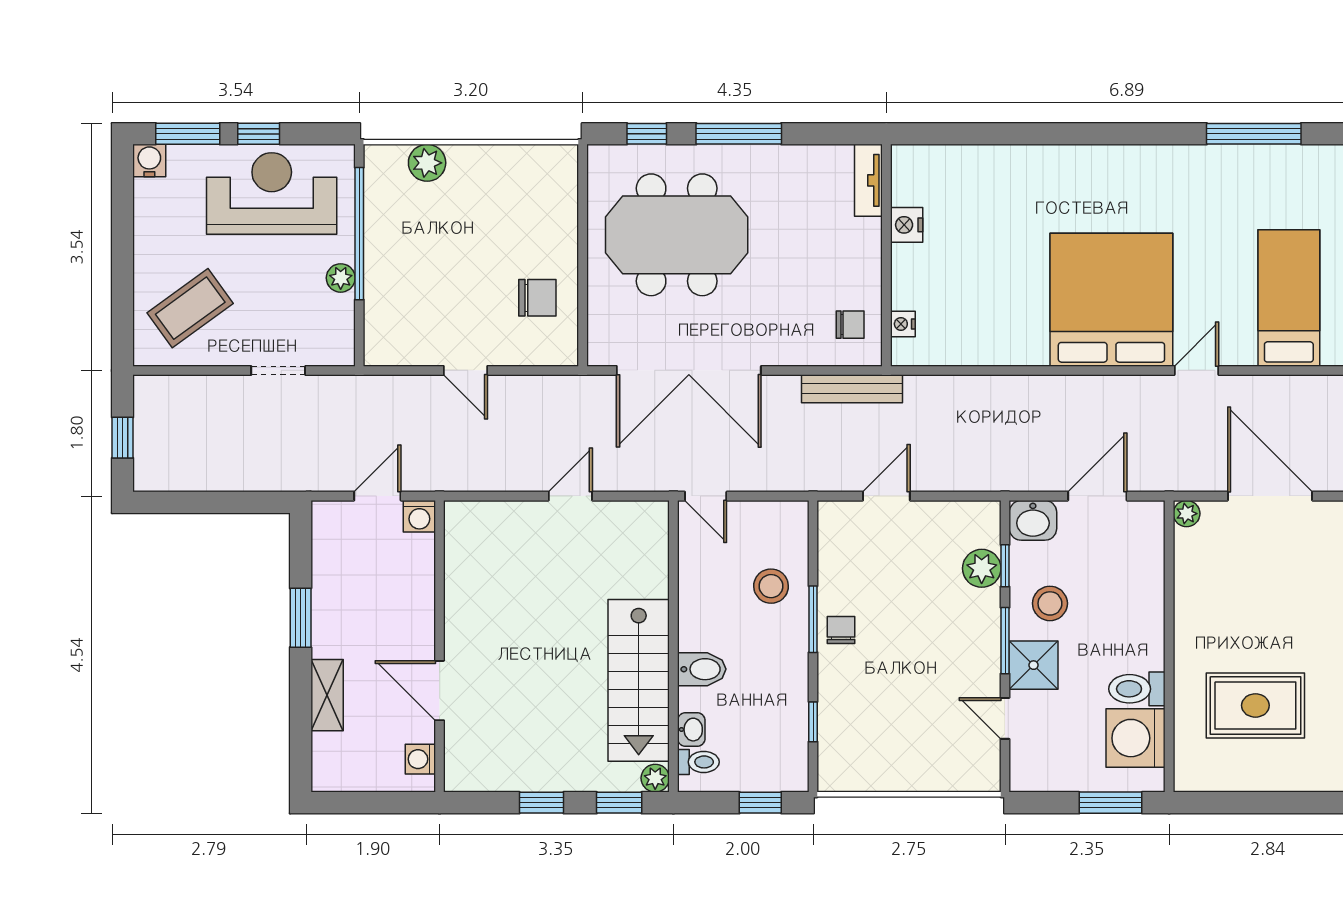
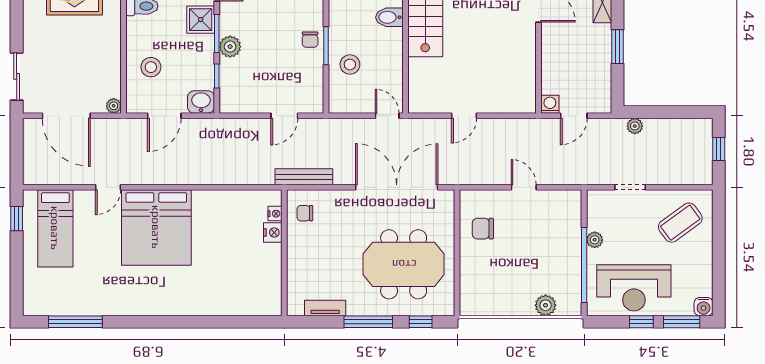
tv unit: (868, 180) -> (325, 308), moved, turned -90
nightstand: (907, 225) -> (273, 232), moved
plant: (270, 478) -> (635, 126), added
plant: (982, 568) -> (230, 47), moved
stool: (1050, 603) -> (151, 67), moved

